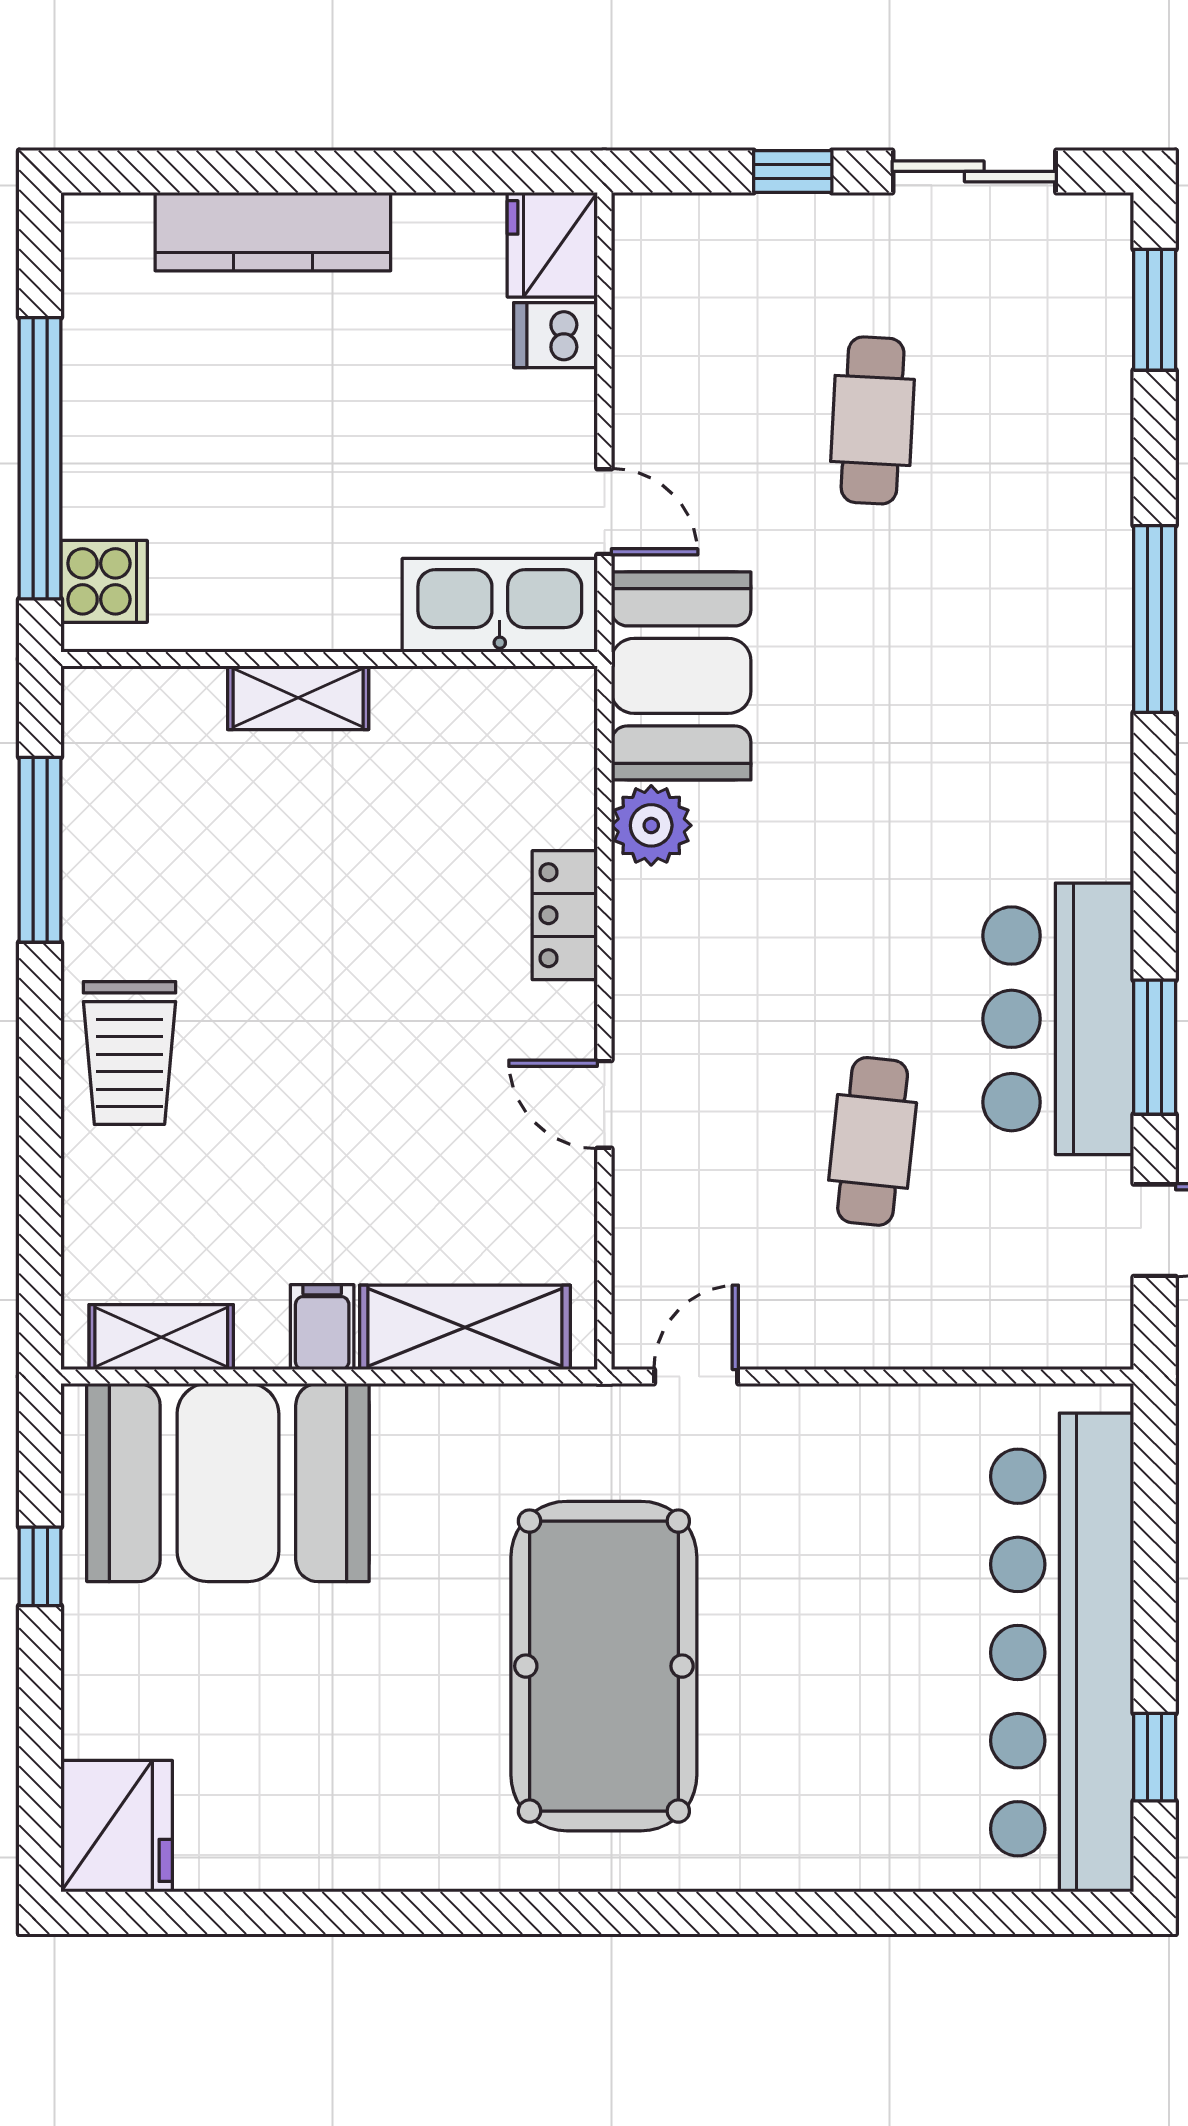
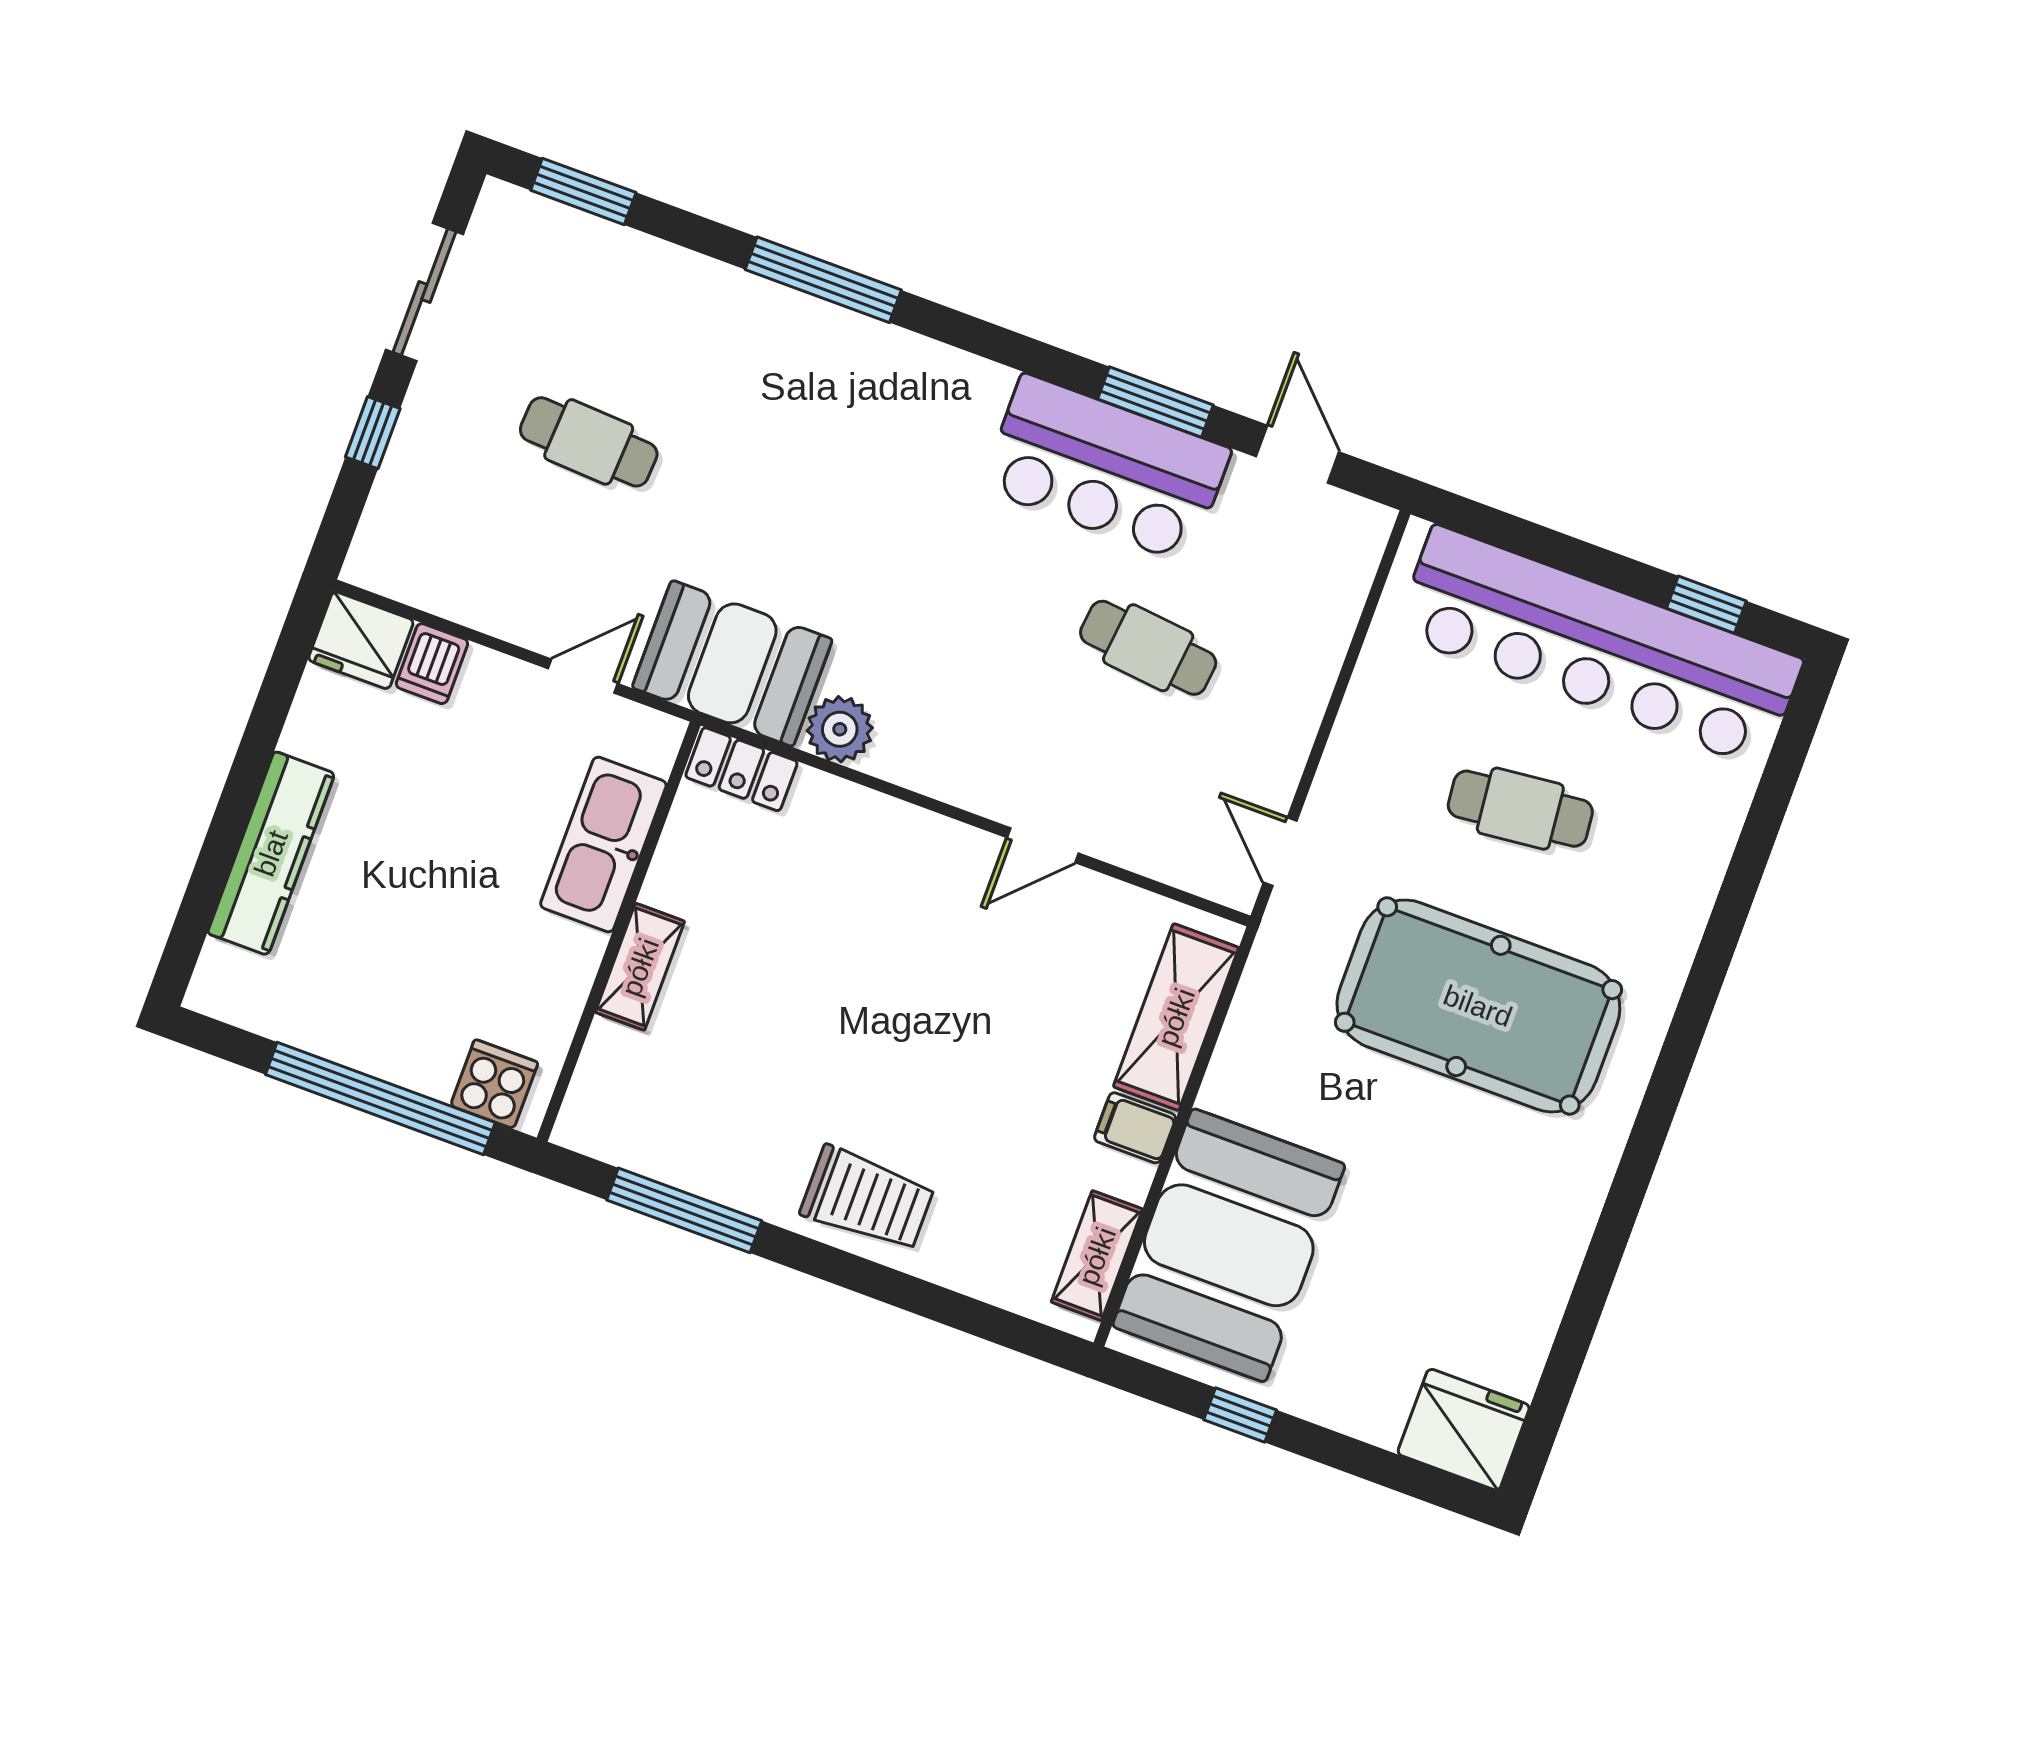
kitchen sink: (500, 605) -> (603, 844), moved
locker: (565, 915) -> (741, 769), moved
cafe table: (845, 1631) -> (1520, 809), added

